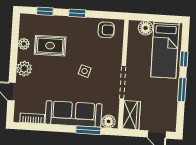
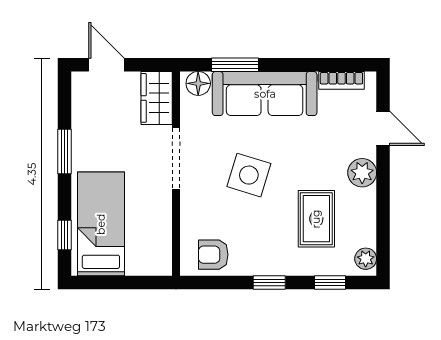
floor lamp: (146, 28) -> (140, 263), removed
plant: (24, 44) -> (366, 259), moved
rug: (50, 46) -> (316, 219), turned 90
window: (184, 59) -> (64, 235), moved
side table: (85, 71) -> (249, 175), width x1.87, depth x1.87

